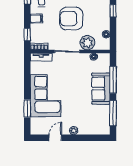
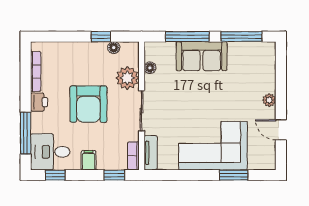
window: (113, 11) -> (101, 37), moved

